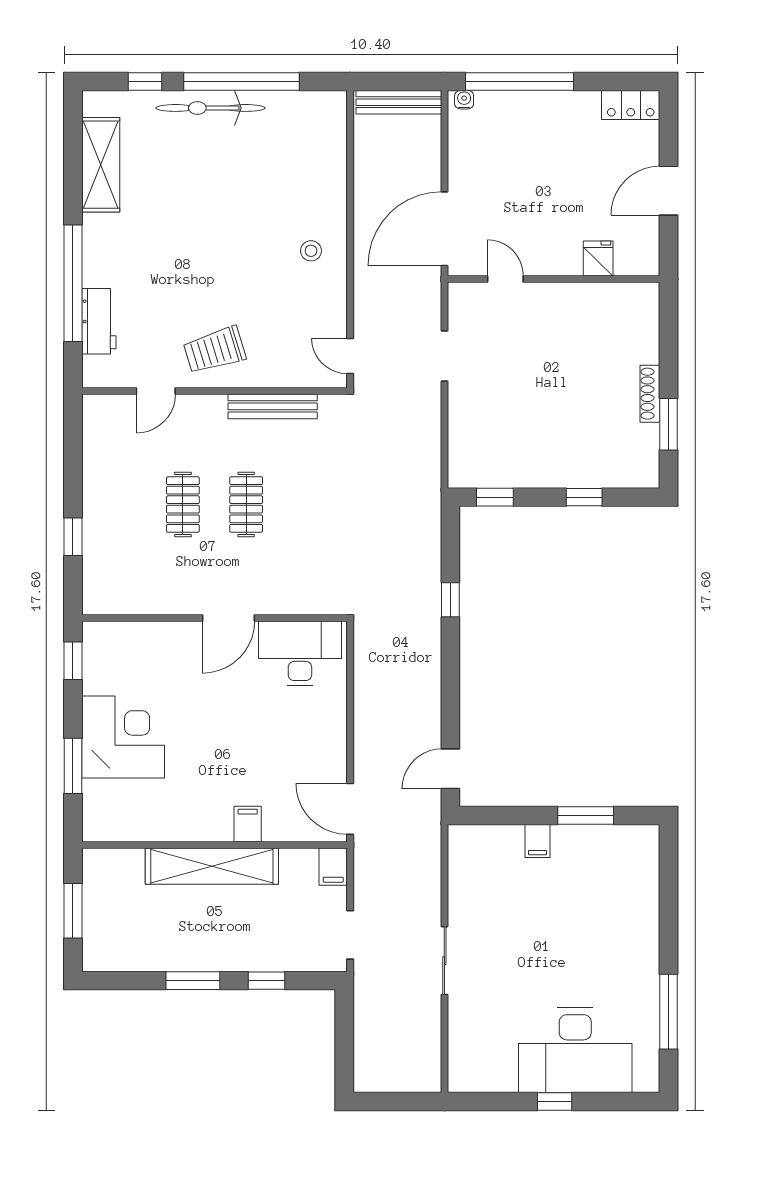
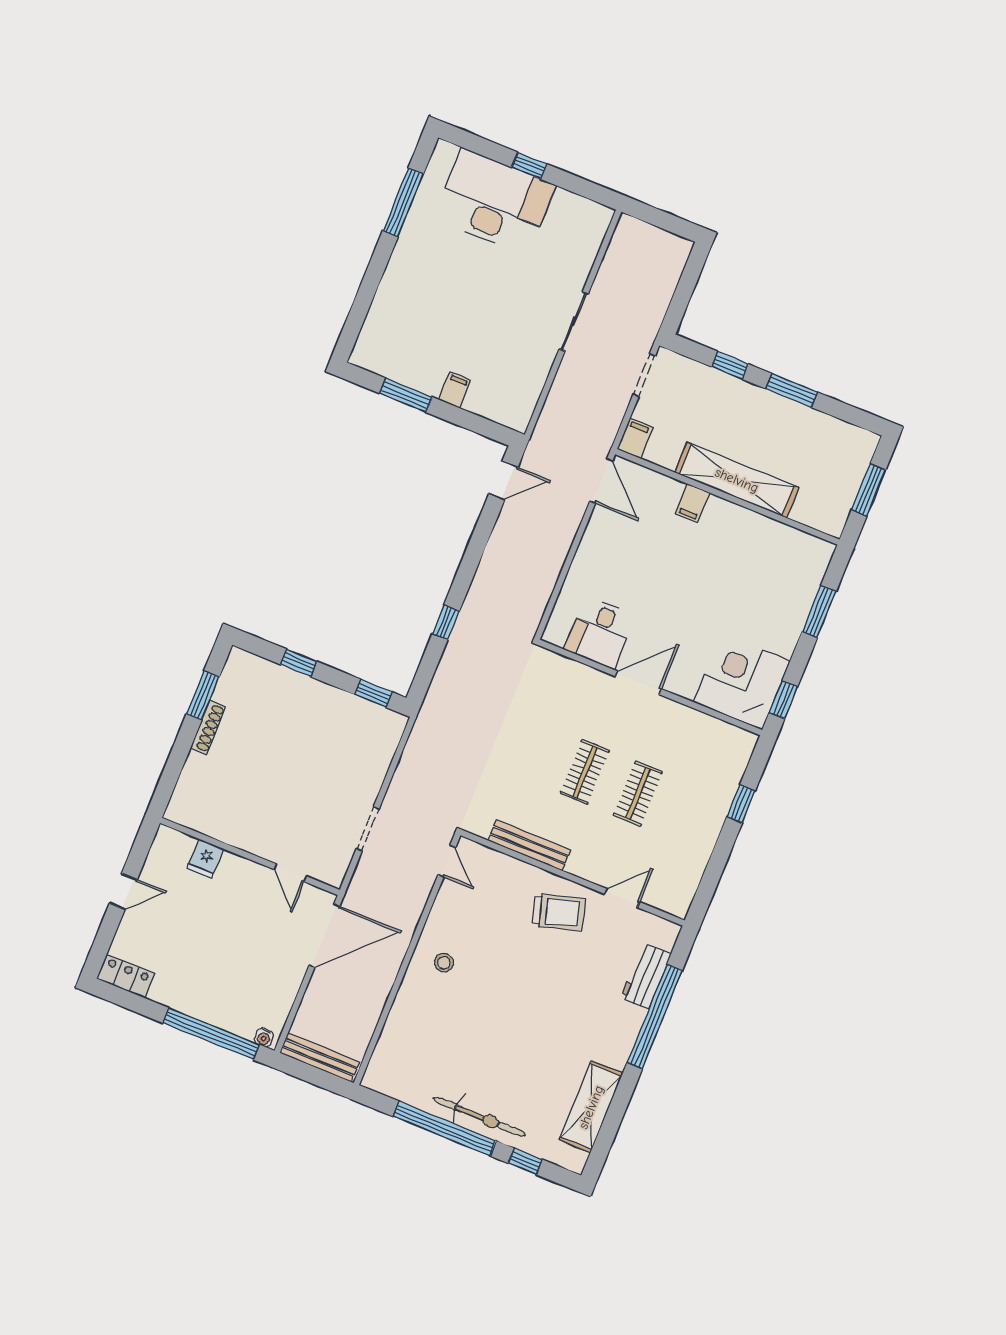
door: (669, 191) -> (123, 891), width x0.73
desk: (300, 653) -> (600, 632), width x0.73
corner desk: (123, 737) -> (742, 681), moved, turned 90

